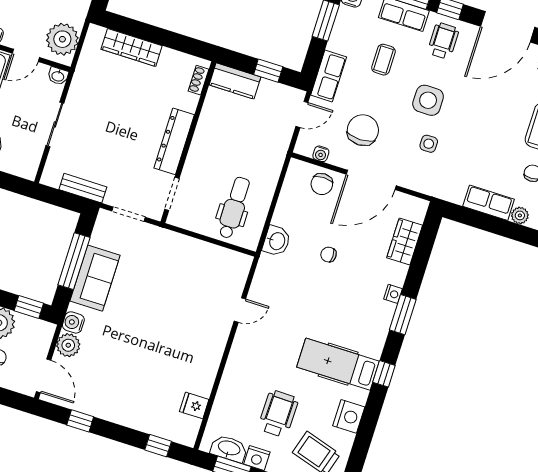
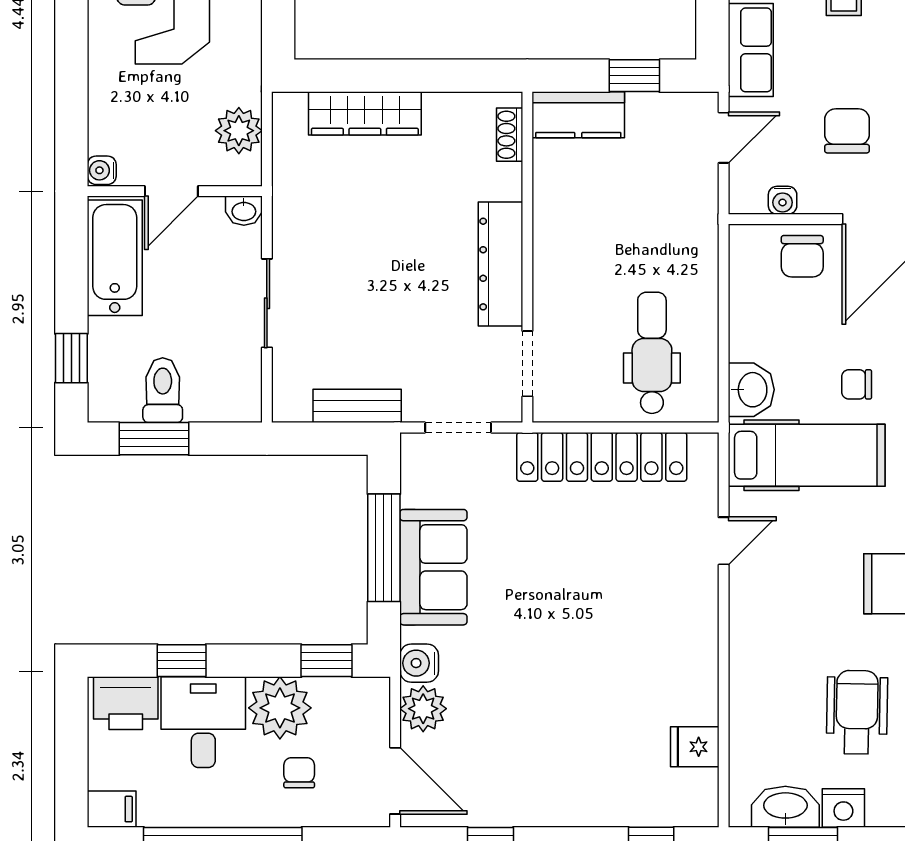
plant: (62, 39) -> (239, 131), width x0.73, depth x0.73
chair: (363, 130) -> (847, 131), width x0.73, depth x0.73
locker: (194, 251) -> (602, 457), added
hospital bed: (293, 281) -> (807, 455), added

